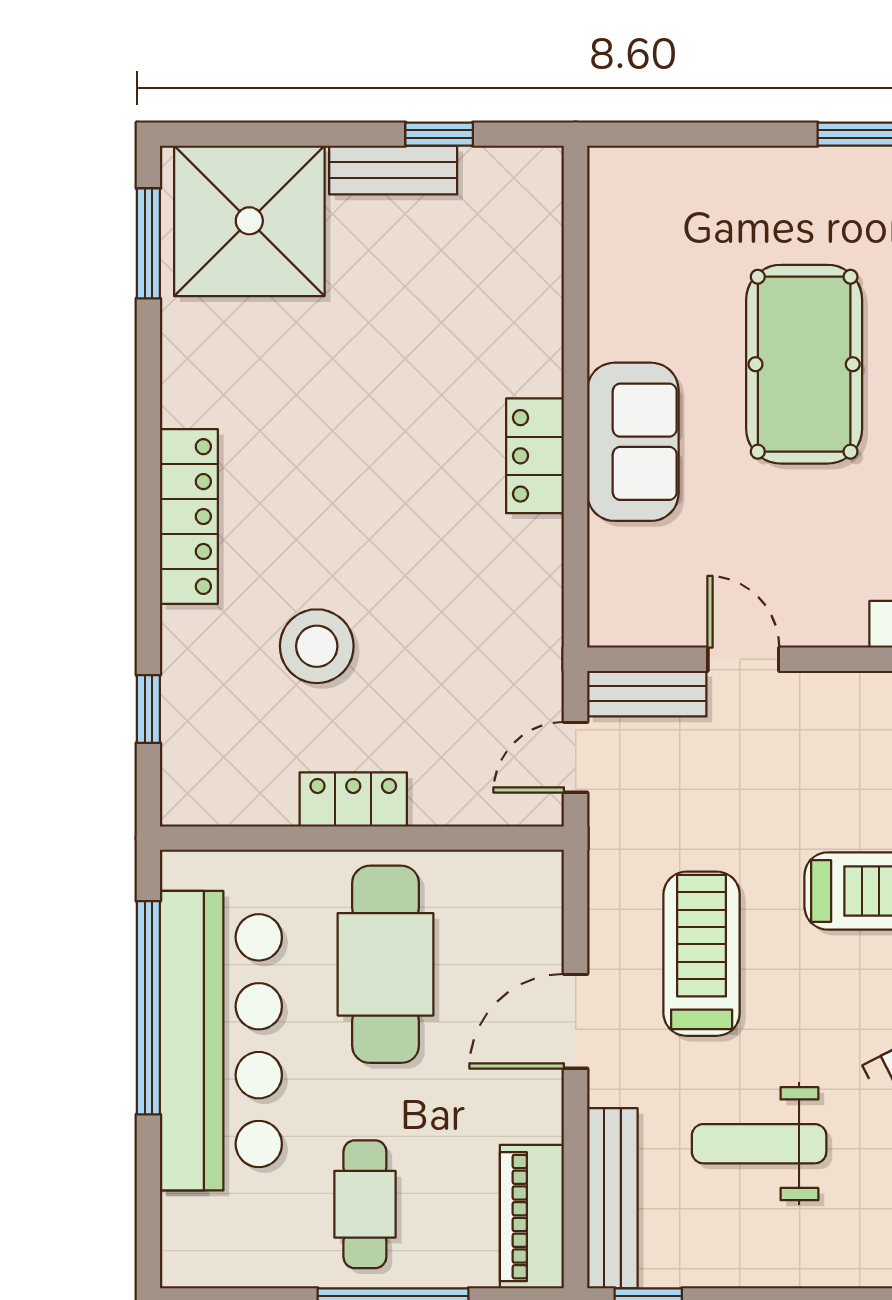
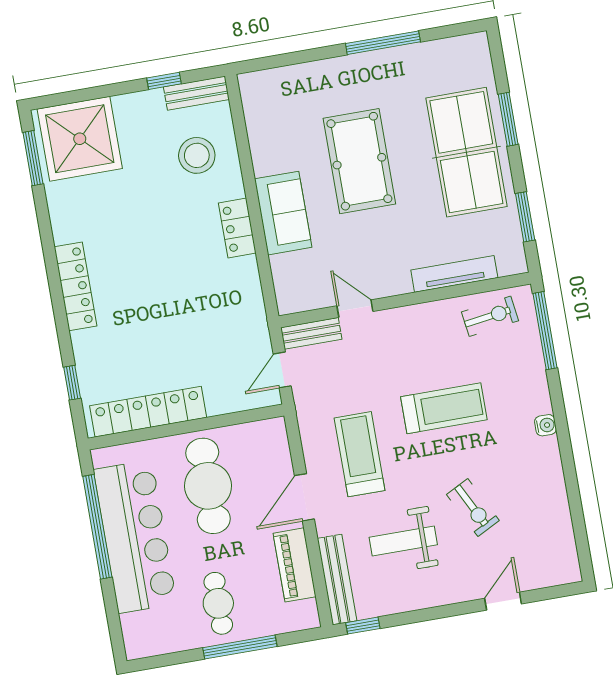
bench: (393, 170) -> (196, 93), moved
stool: (317, 646) -> (197, 155), moved
locker: (353, 800) -> (148, 412), width x2.16, depth x1.21
piano: (532, 1217) -> (295, 565), moved

